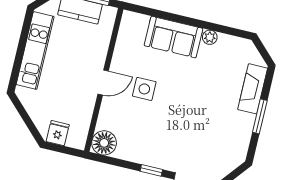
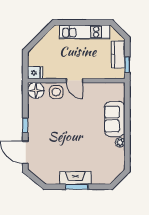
side table: (144, 89) -> (56, 92), moved
fireplace: (253, 89) -> (75, 178), moved
fridge: (58, 133) -> (35, 73), moved

